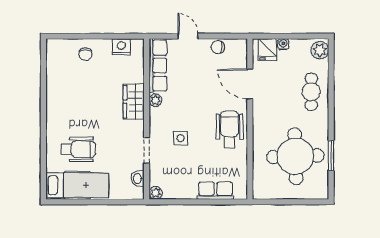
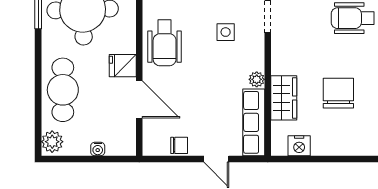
fridge: (267, 49) -> (123, 66), moved, turned -90
chair: (85, 54) -> (338, 93), moved, width x1.87, depth x1.87
cafe table: (311, 92) -> (63, 90), width x1.37, depth x1.35
wardrobe: (134, 102) -> (284, 98), moved

